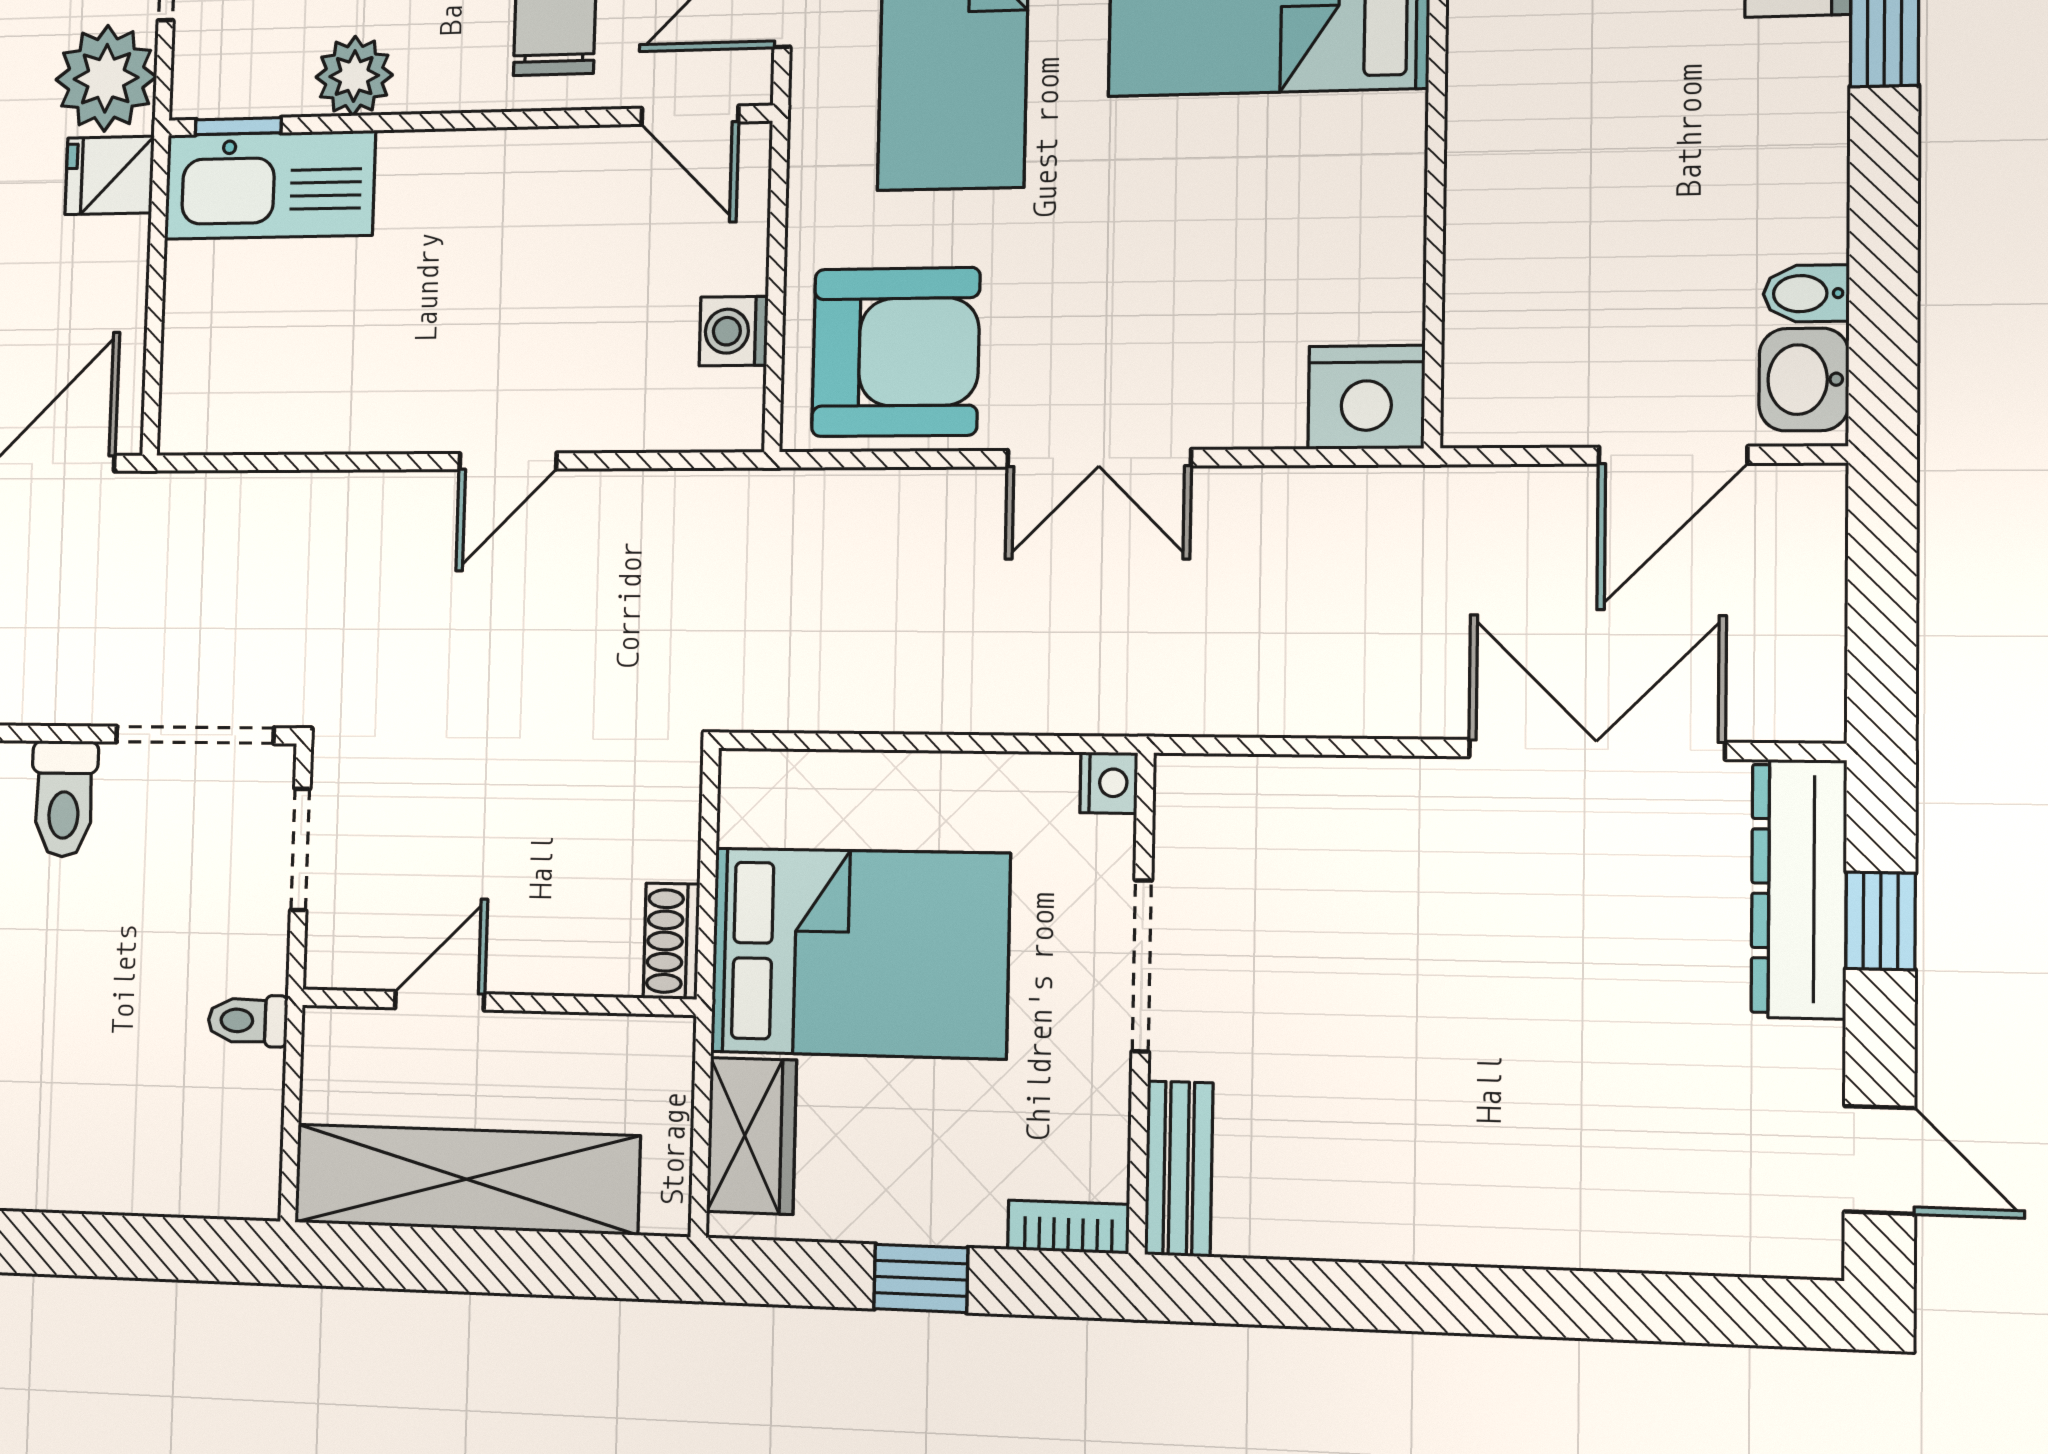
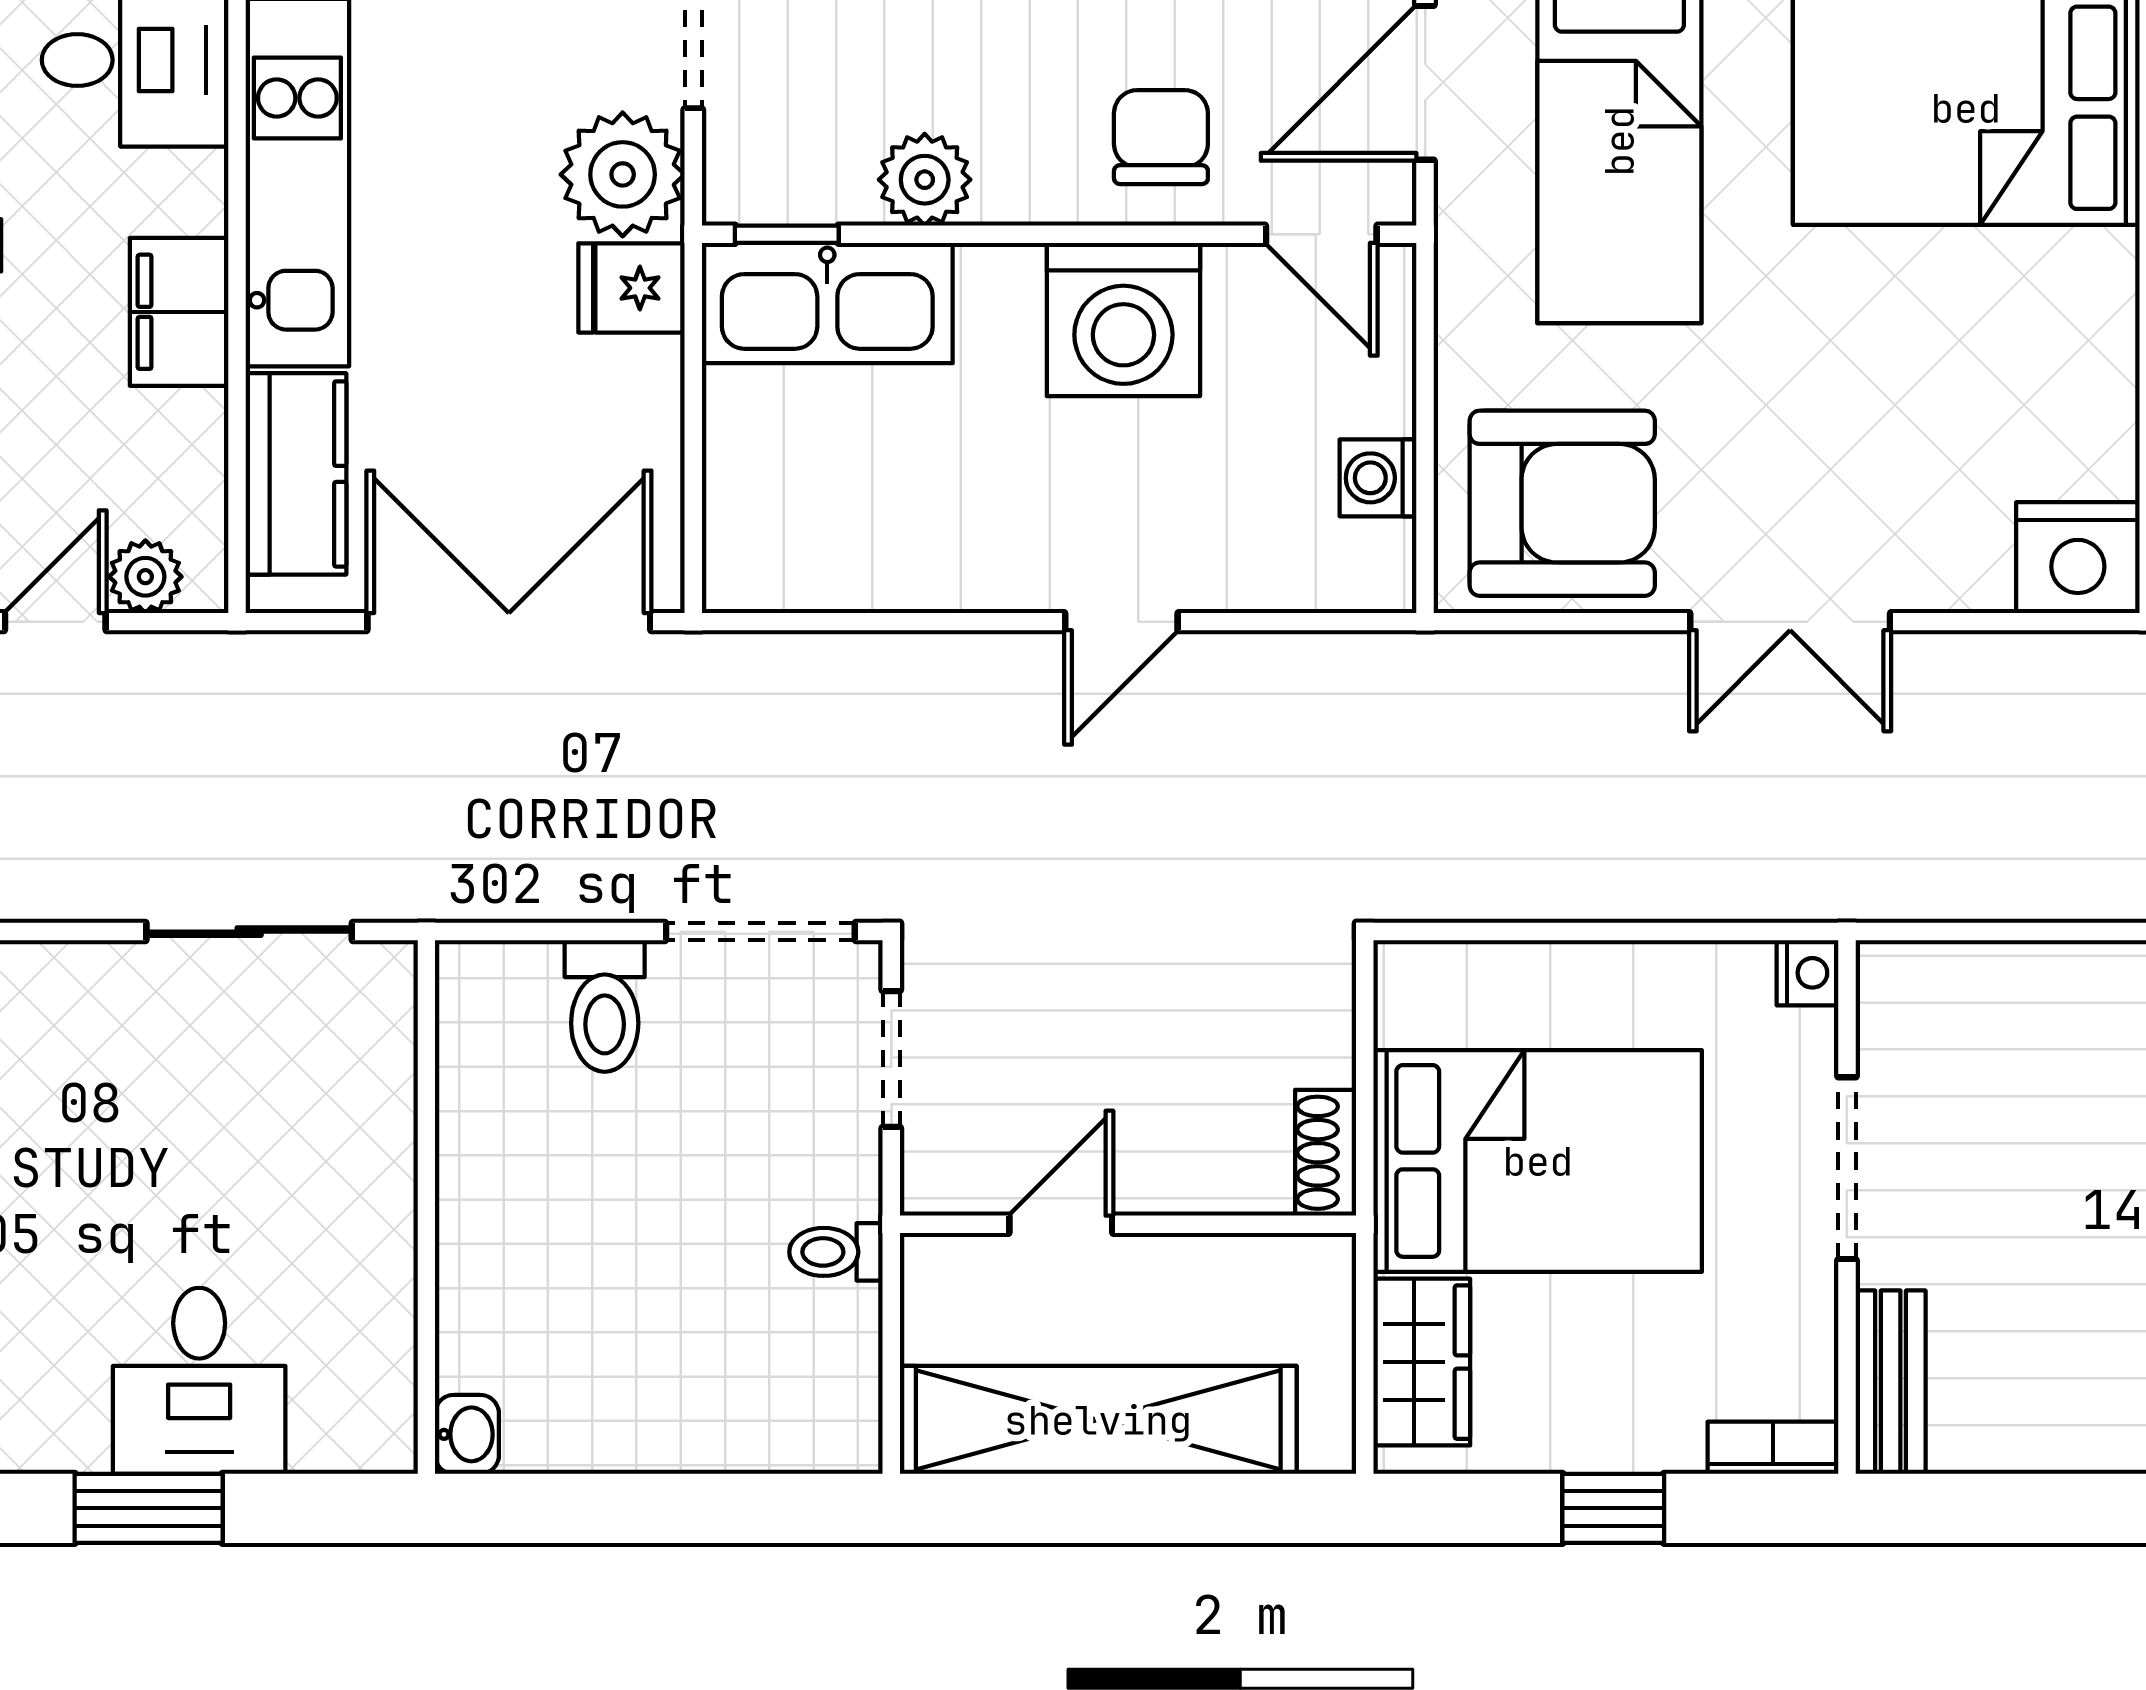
washing machine: (518, 194) -> (1123, 319), added

